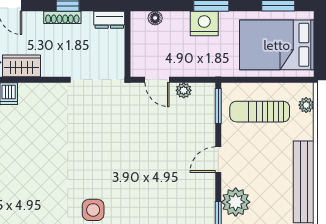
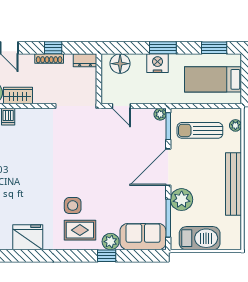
floor lamp: (155, 18) -> (120, 64), width x1.89, depth x1.89
bed: (277, 45) -> (213, 79), width x0.67
plant: (184, 90) -> (160, 114), moved
door: (218, 160) -> (168, 167), width x1.88

